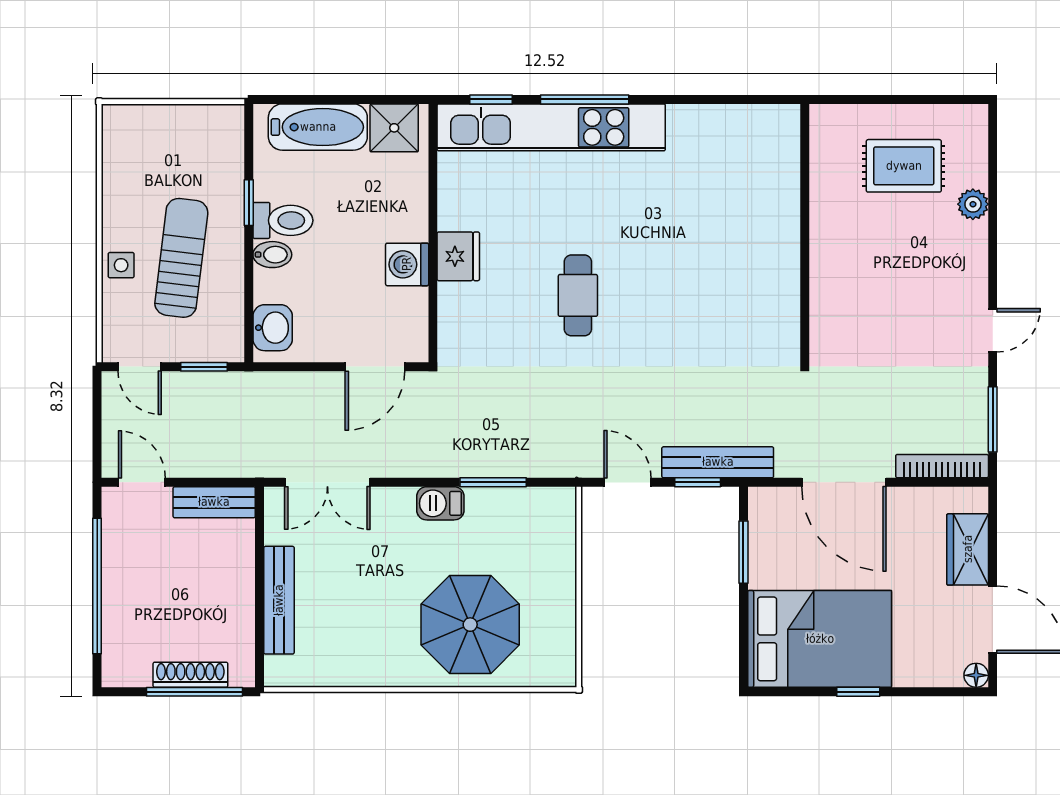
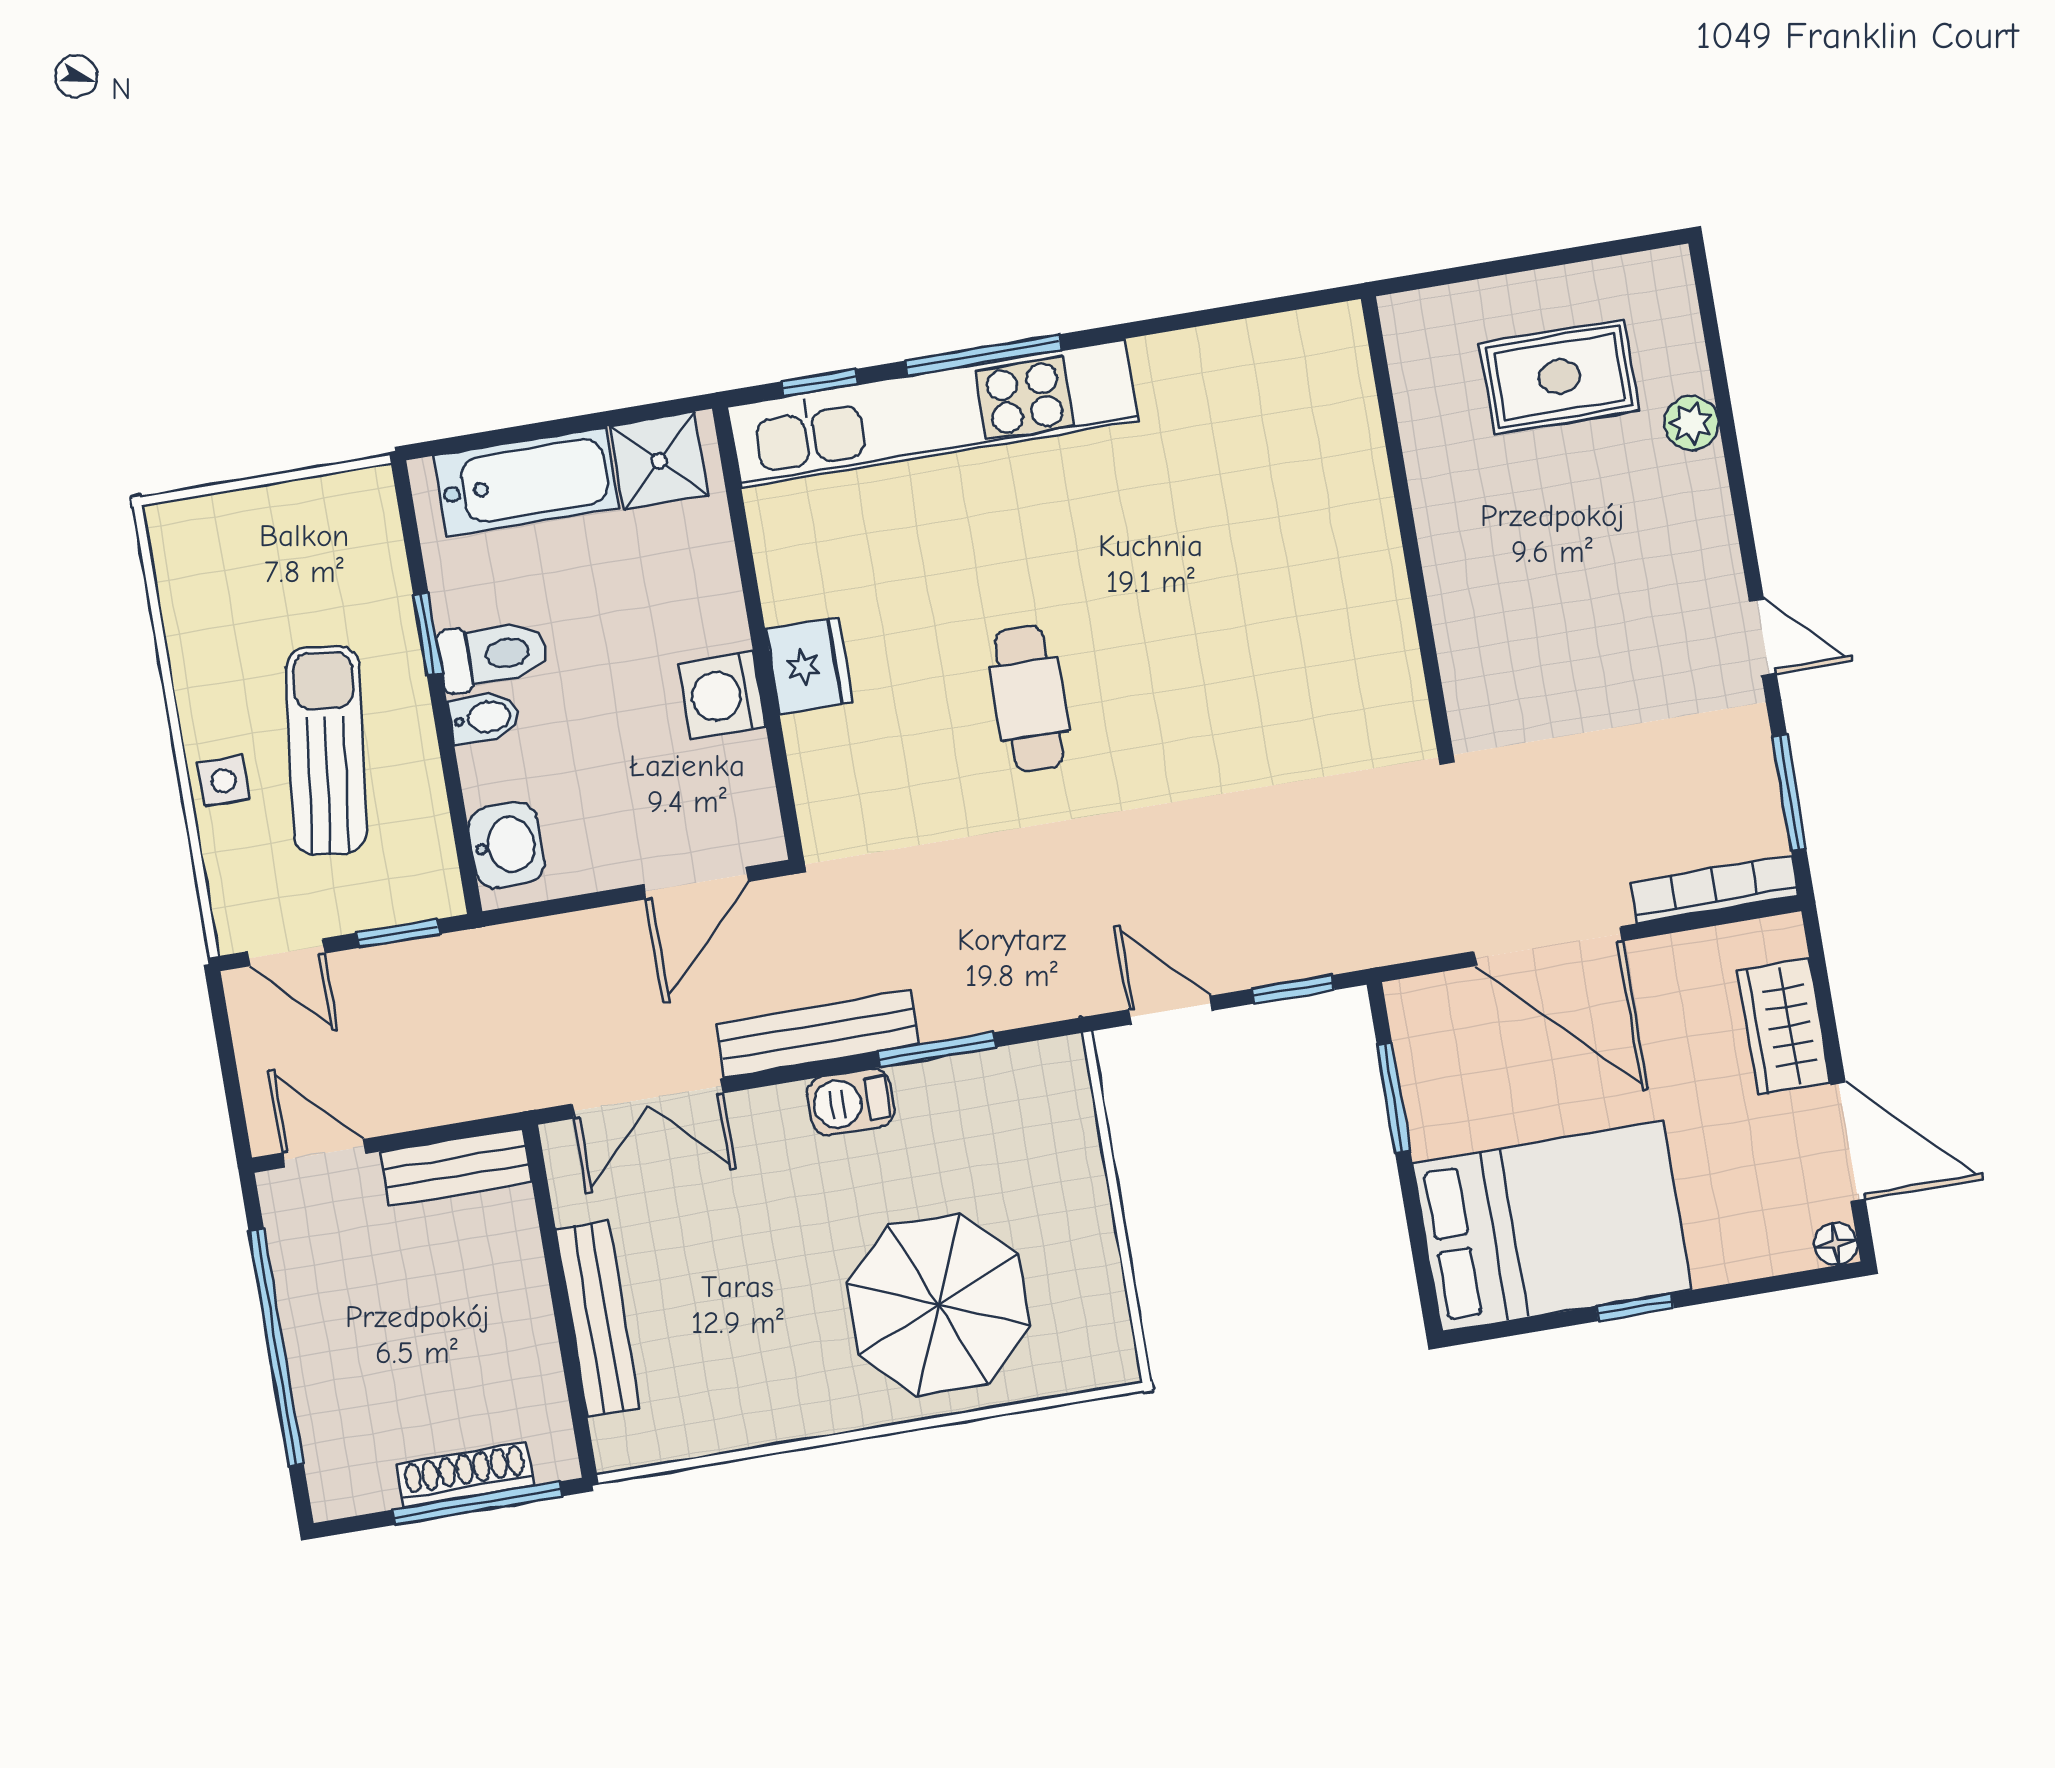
door: (993, 330) -> (1763, 637), hinge flipped
bench: (718, 462) -> (818, 1034), moved

